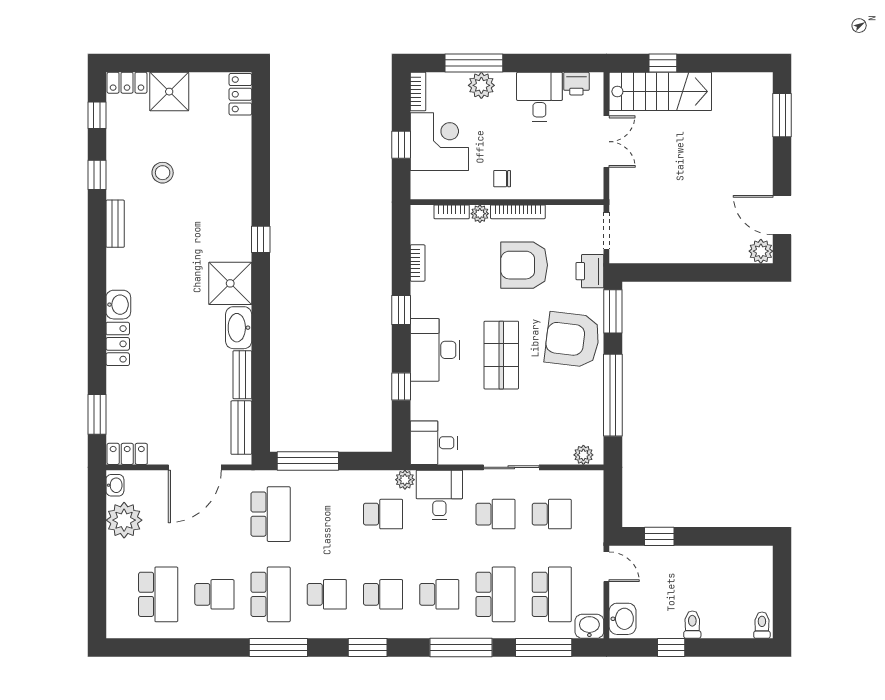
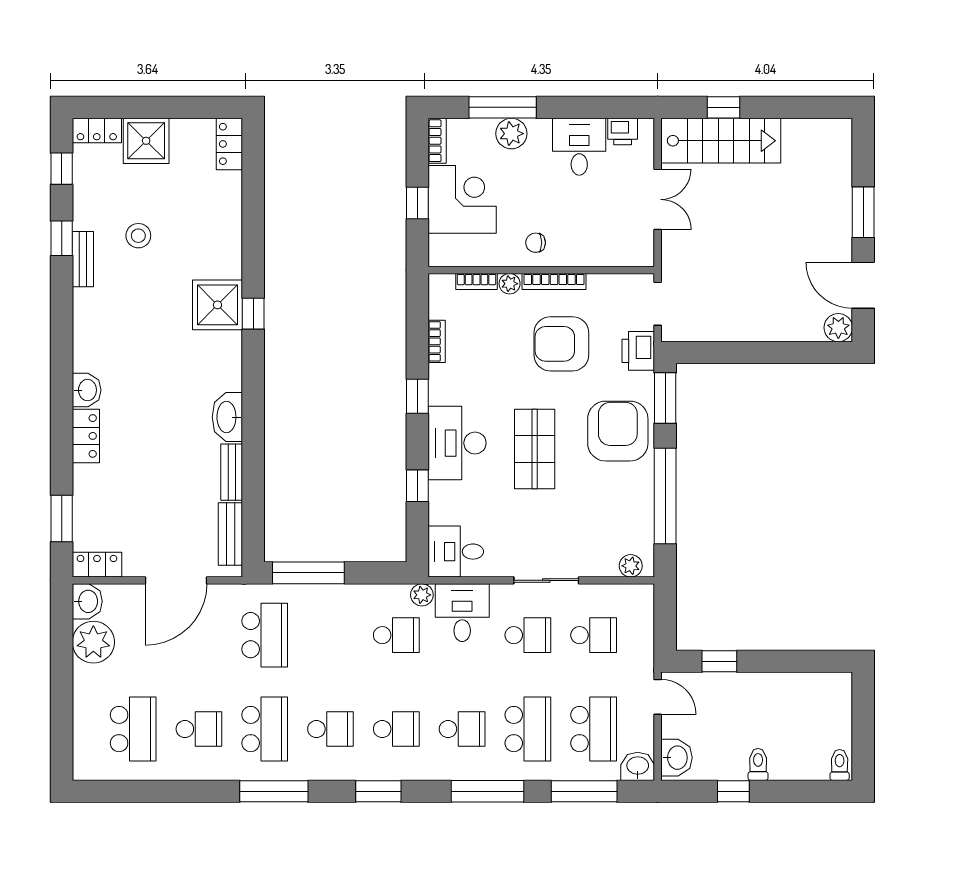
window: (782, 115) -> (863, 212), moved
bench: (115, 224) -> (83, 259), moved
shower: (230, 283) -> (217, 305), moved
armchair: (572, 340) -> (618, 431), turned 83
washbasin: (115, 485) -> (87, 601), width x1.38, depth x1.45

